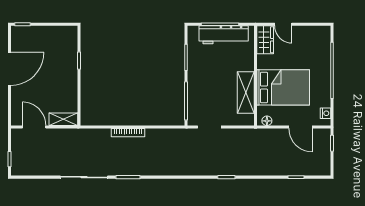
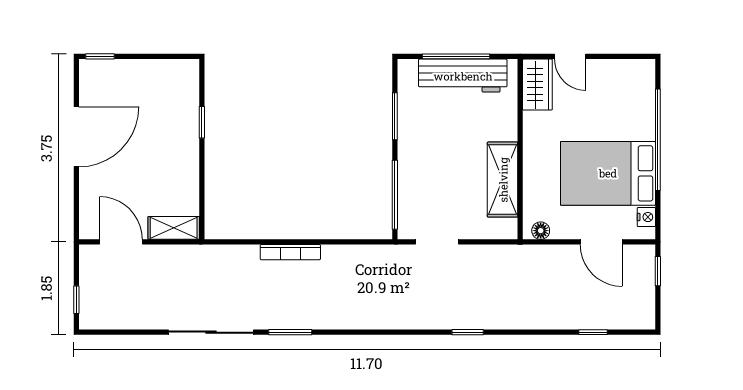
bed: (283, 87) -> (608, 173), moved, turned 180

